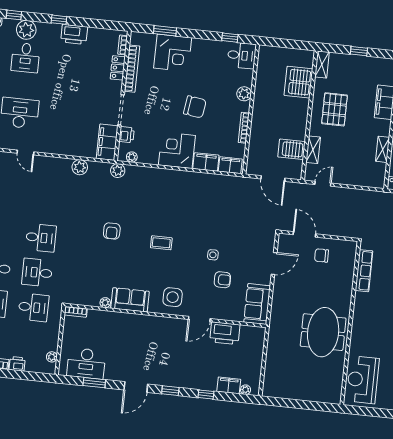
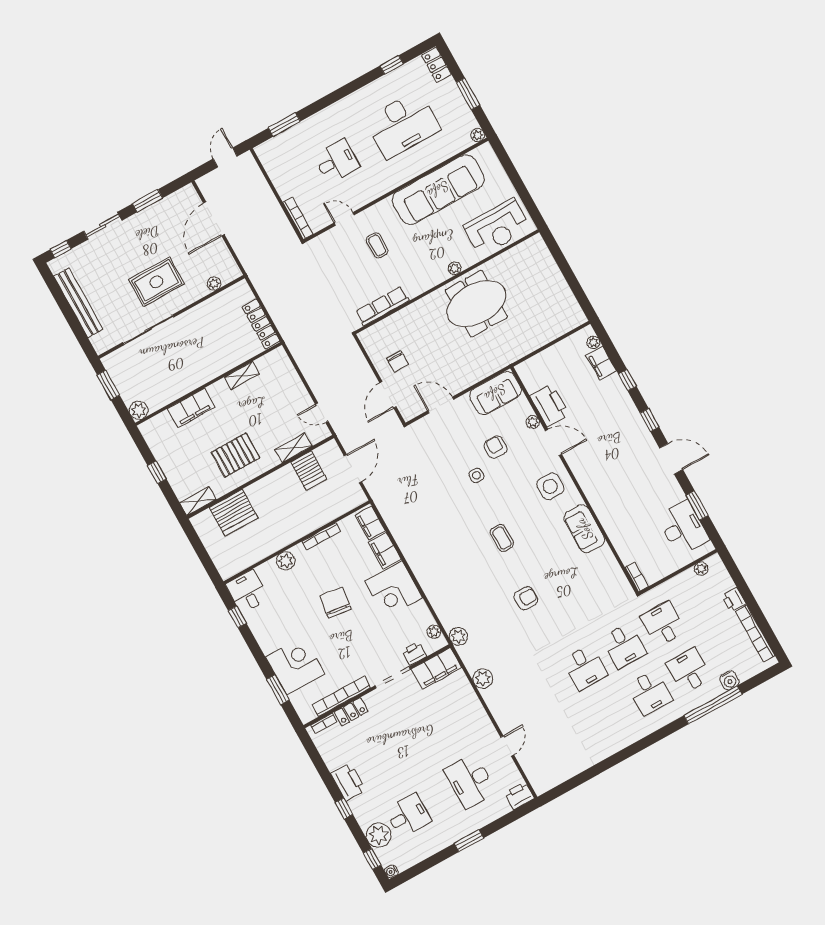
desk: (41, 238) -> (585, 667), turned 180
plant: (105, 303) -> (533, 422), moved
plant: (356, 334) -> (455, 268), added

